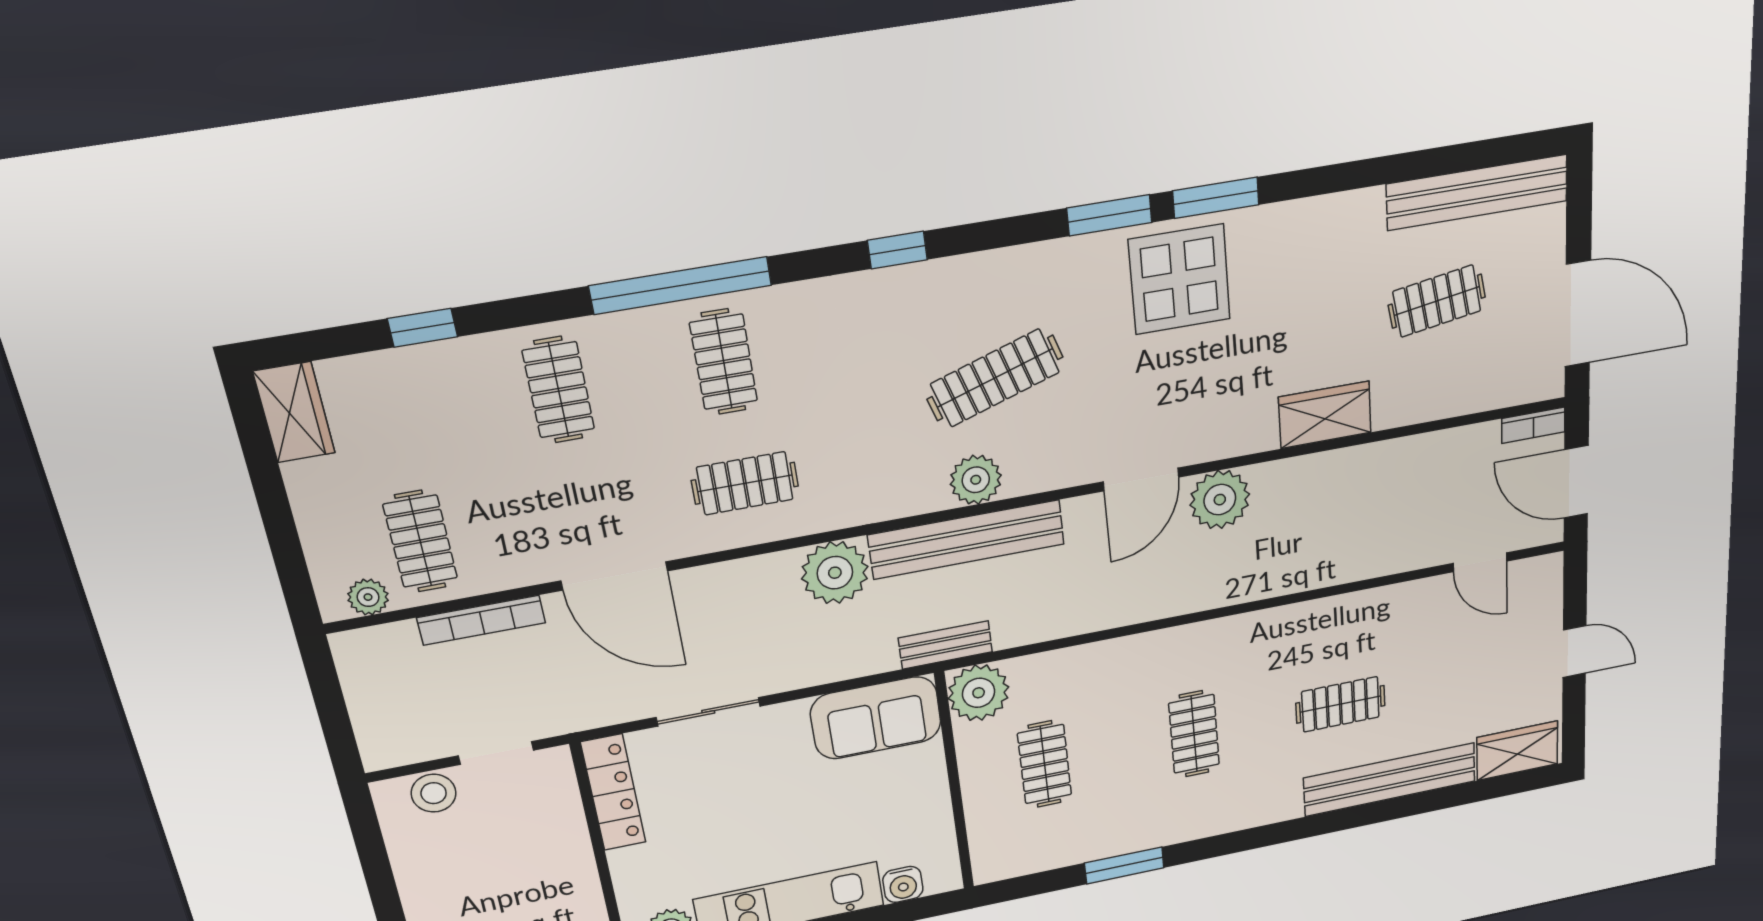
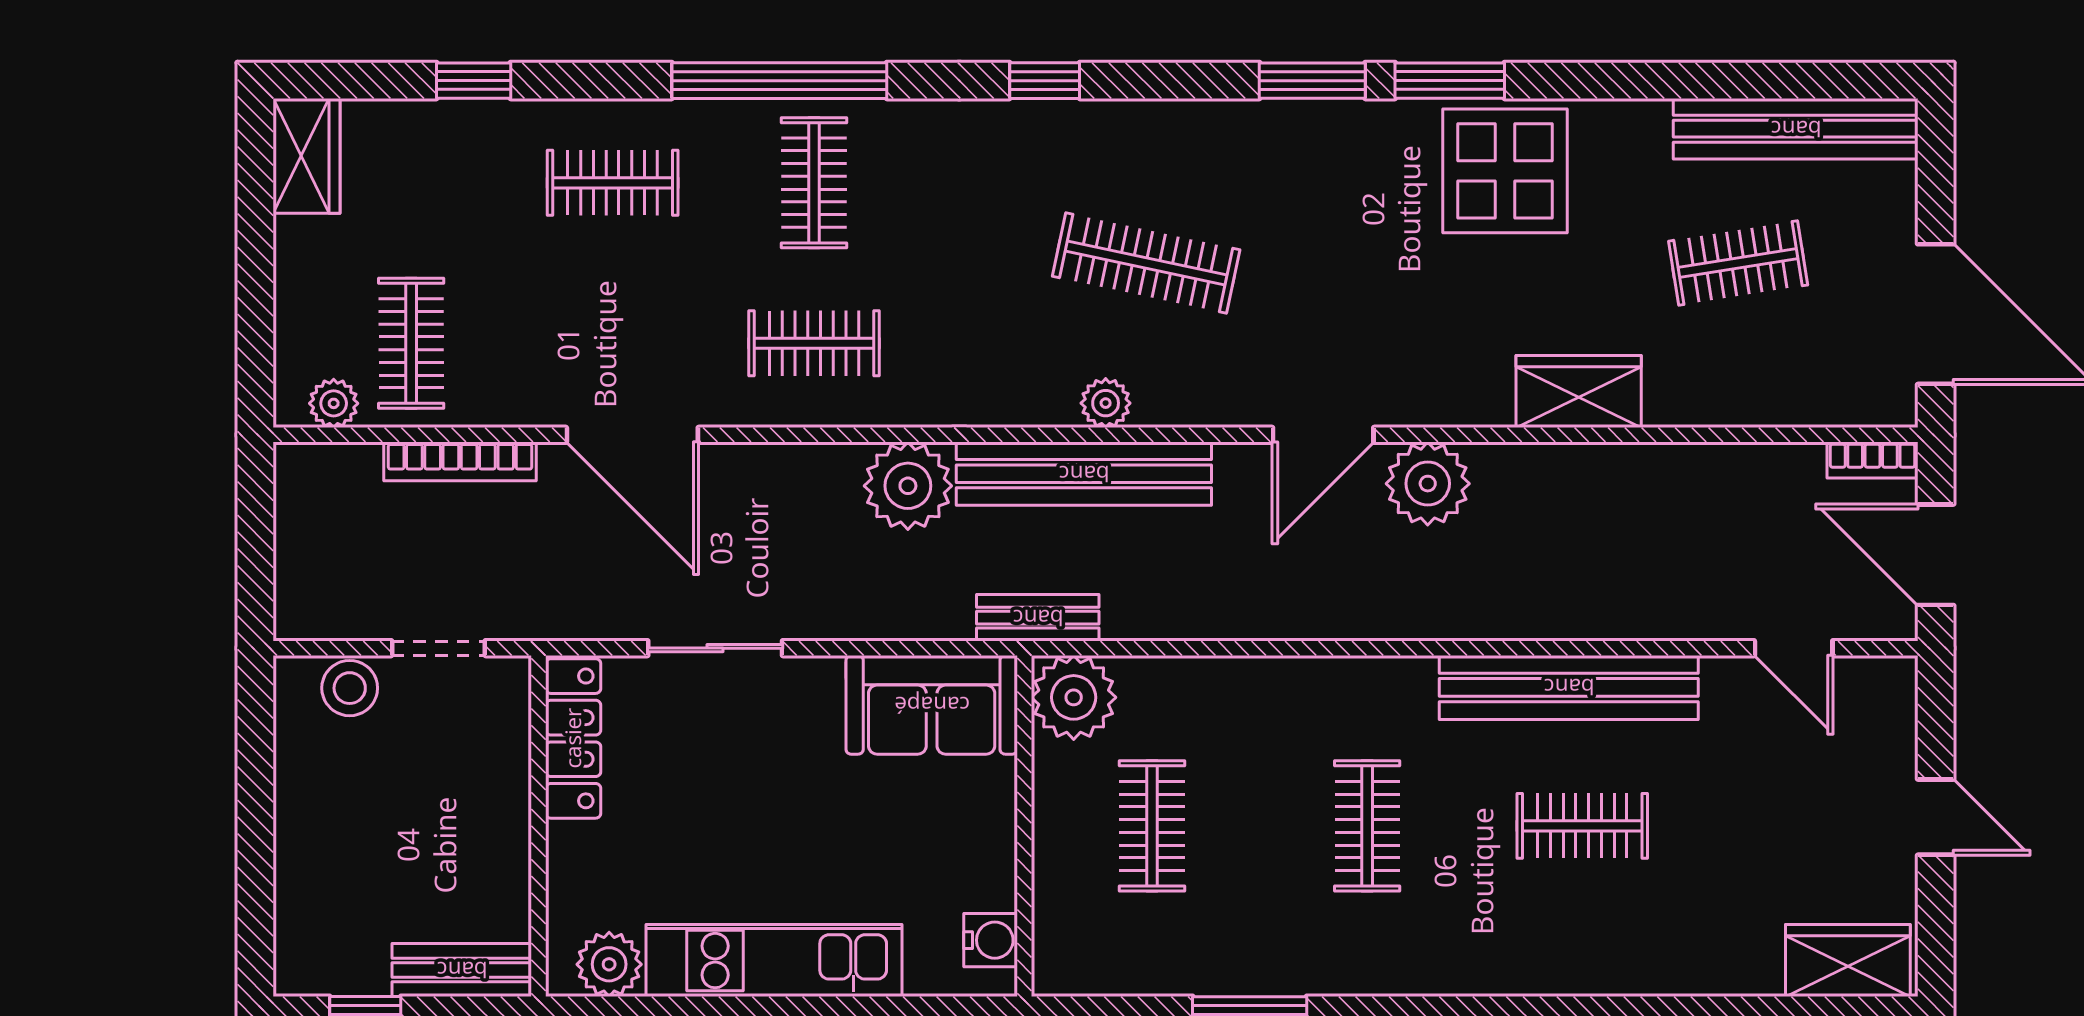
display table: (1179, 279) -> (1505, 171), moved
clothes rail: (995, 378) -> (1146, 263), turned 30
clothes rail: (558, 390) -> (613, 183), turned 90
plant: (976, 480) -> (1106, 403), width x0.73, depth x0.73
bench: (1390, 780) -> (1569, 687), moved
water cooler: (903, 884) -> (991, 940), moved, turned -90

